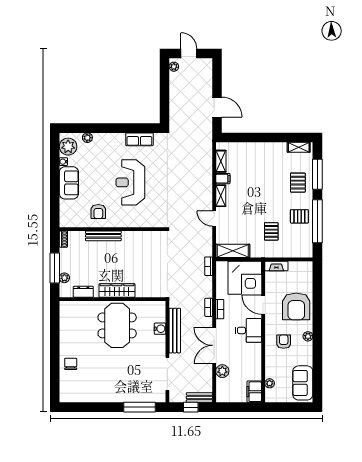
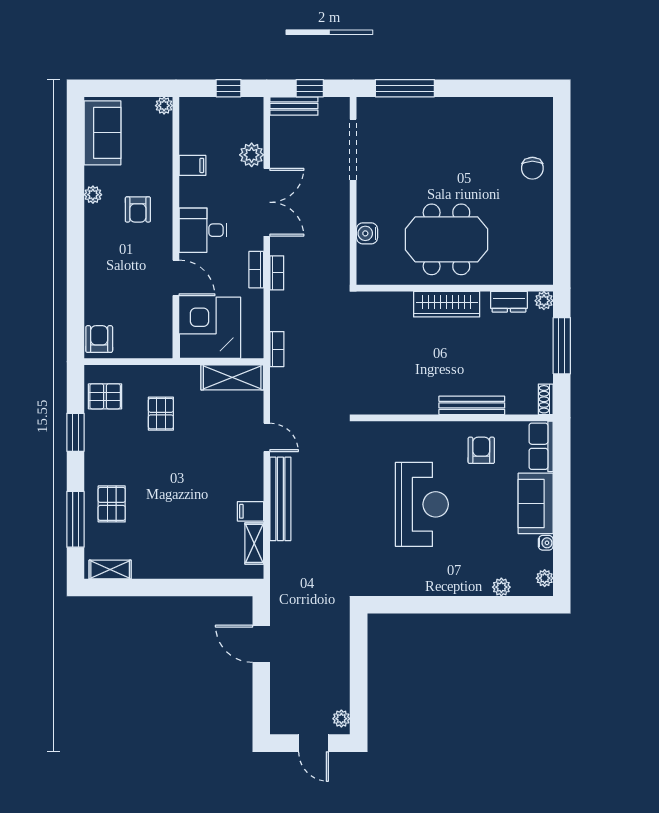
row of seats: (139, 139) -> (541, 446), moved, turned -90
plant: (68, 147) -> (545, 578), width x0.53, depth x0.53
shelving: (221, 196) -> (254, 480), removed
pallet: (299, 216) -> (105, 396), moved
window: (317, 221) -> (75, 432), width x0.47
fireplace: (276, 266) -> (151, 349), removed
plant: (64, 278) -> (544, 301), moved
armchair: (296, 306) -> (99, 339), moved, width x0.53, depth x0.53
meeting table: (117, 325) -> (446, 239), turned 90
bench: (175, 331) -> (280, 499), moved
plant: (308, 336) -> (93, 195), moved
plant: (270, 383) -> (164, 106), moved
filing cabinet: (254, 392) -> (192, 165), moved, width x0.50
window: (235, 407) -> (228, 88), added

